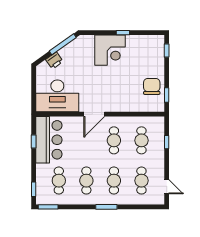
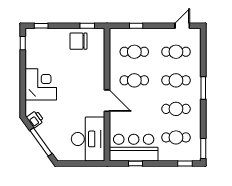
window: (123, 33) -> (23, 43), moved
window: (63, 44) -> (41, 142), moved
printer: (54, 61) -> (35, 119), moved

